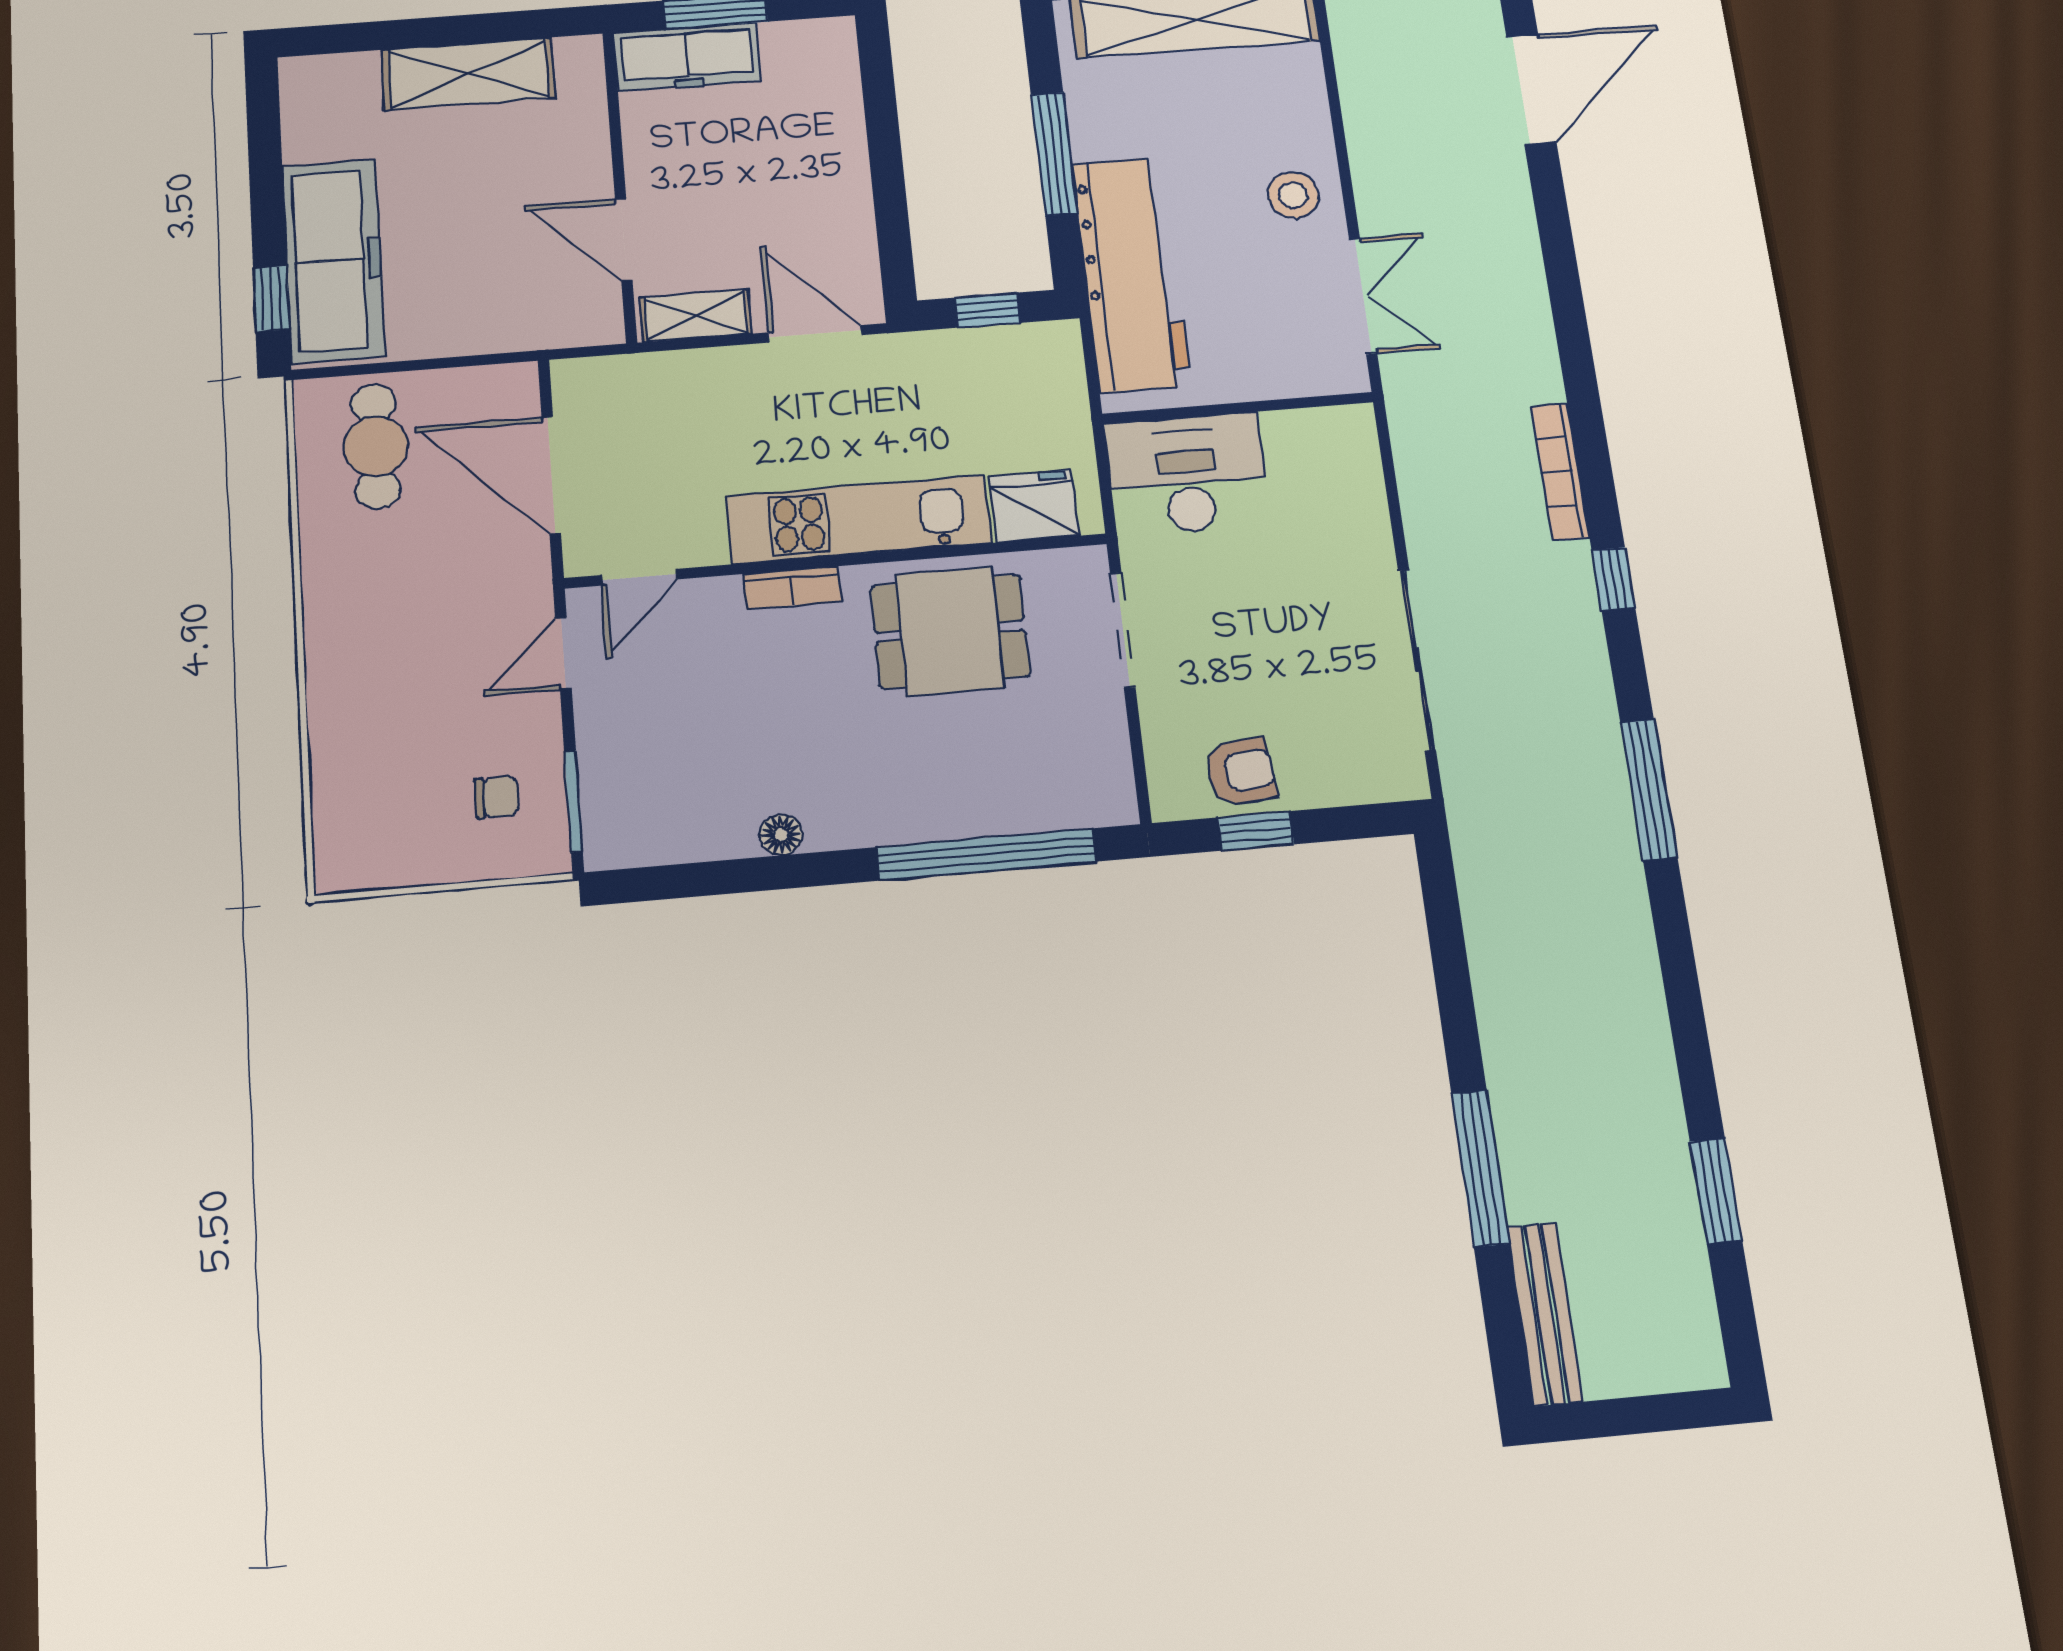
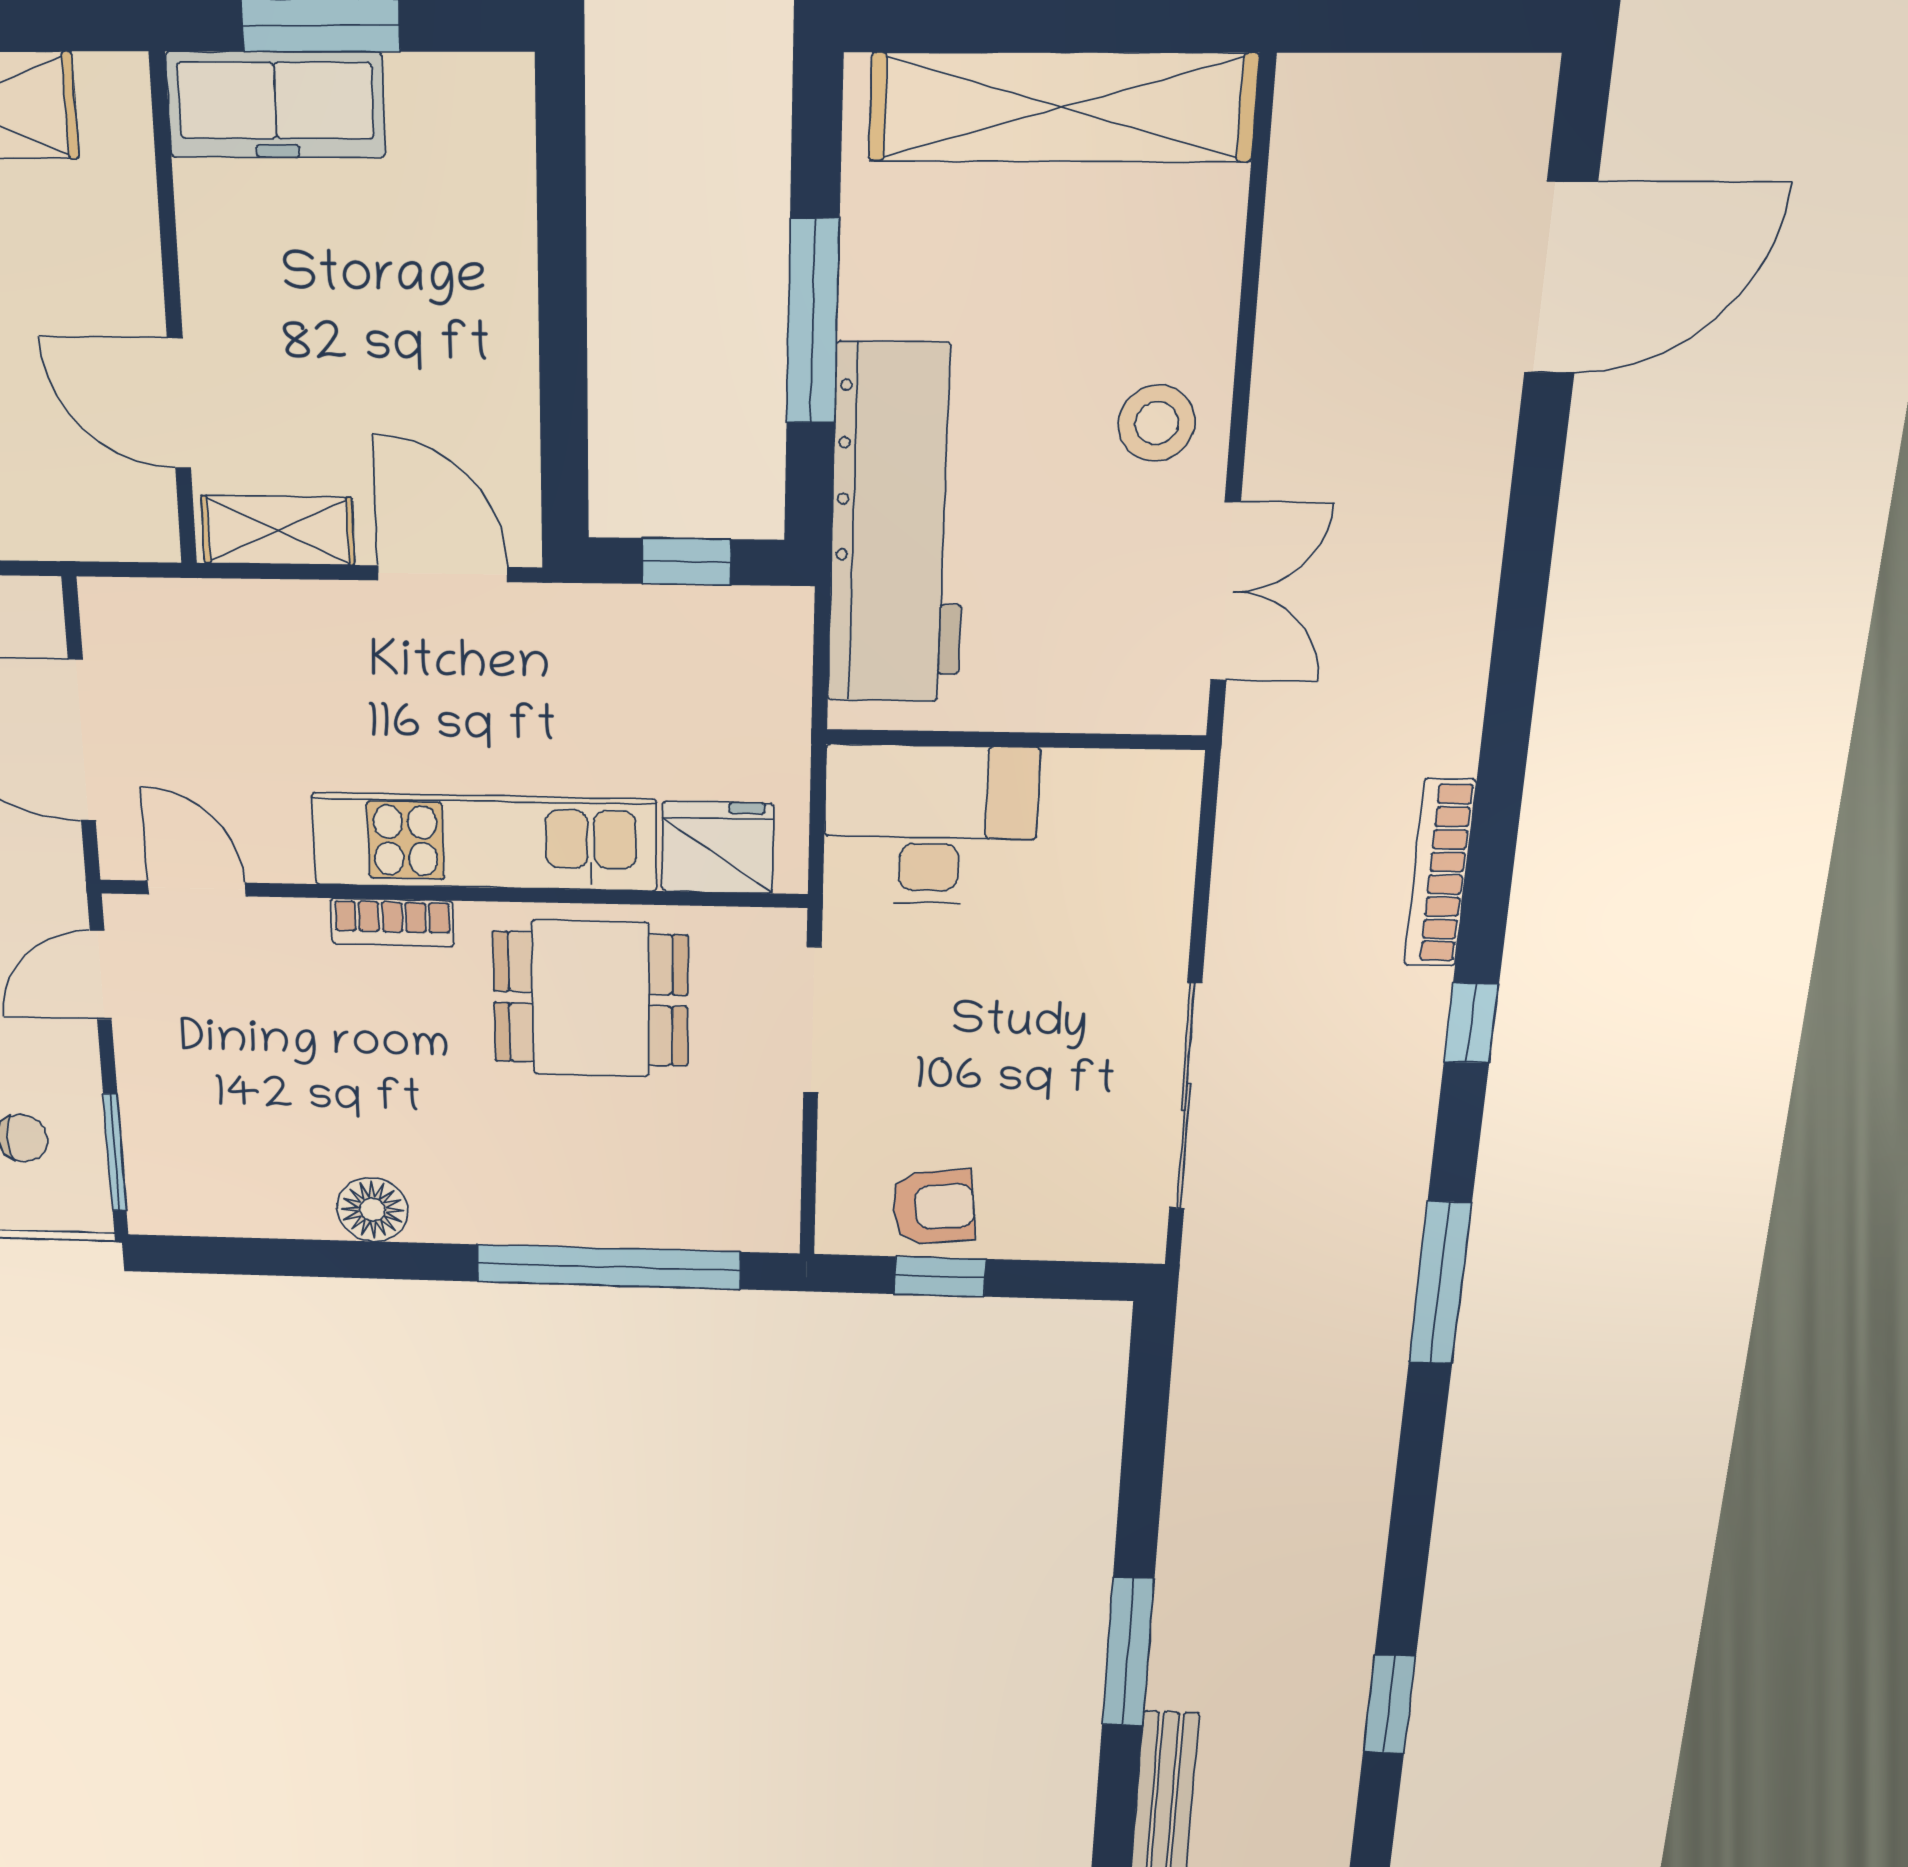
door: (639, 577) -> (196, 889), swing flipped
floor lamp: (781, 835) -> (373, 1210), width x1.37, depth x1.37

